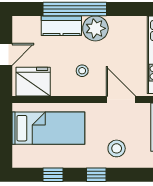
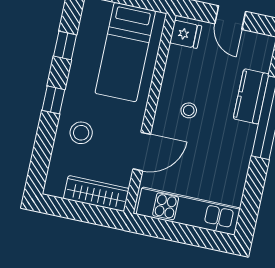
plant: (95, 28) -> (239, 139), removed
fridge: (33, 82) -> (186, 34), width x0.53, depth x0.75

